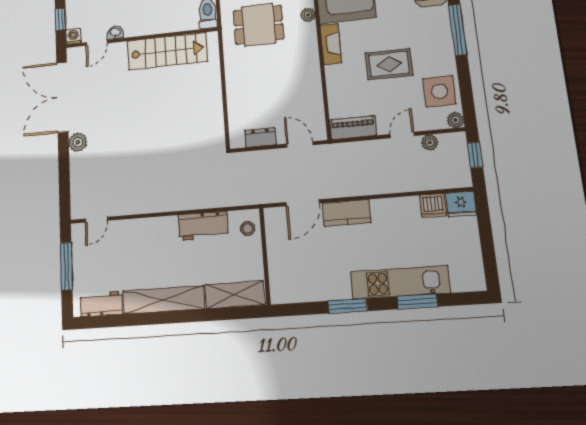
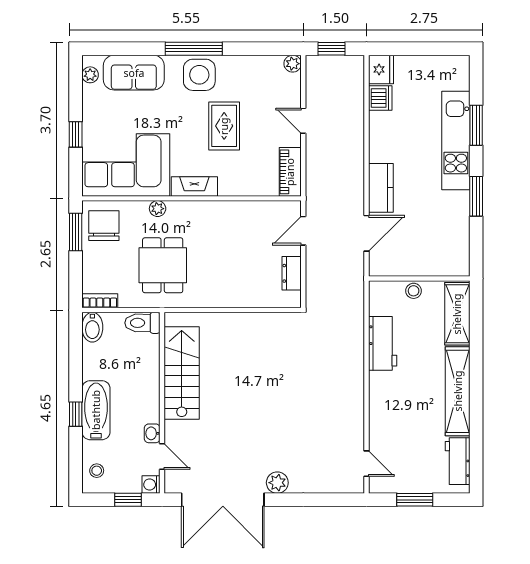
side table: (439, 91) -> (199, 75), moved
plant: (430, 142) -> (314, 93), removed
door: (303, 203) -> (367, 233), hinge flipped
stool: (248, 229) -> (414, 291), moved
window: (66, 266) -> (415, 500), width x0.69

